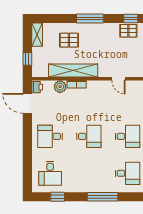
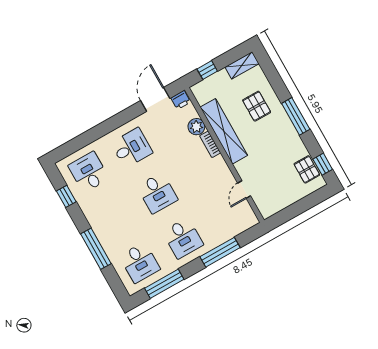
desk: (50, 136) -> (132, 148), turned 90
desk: (50, 173) -> (89, 172), turned 90

